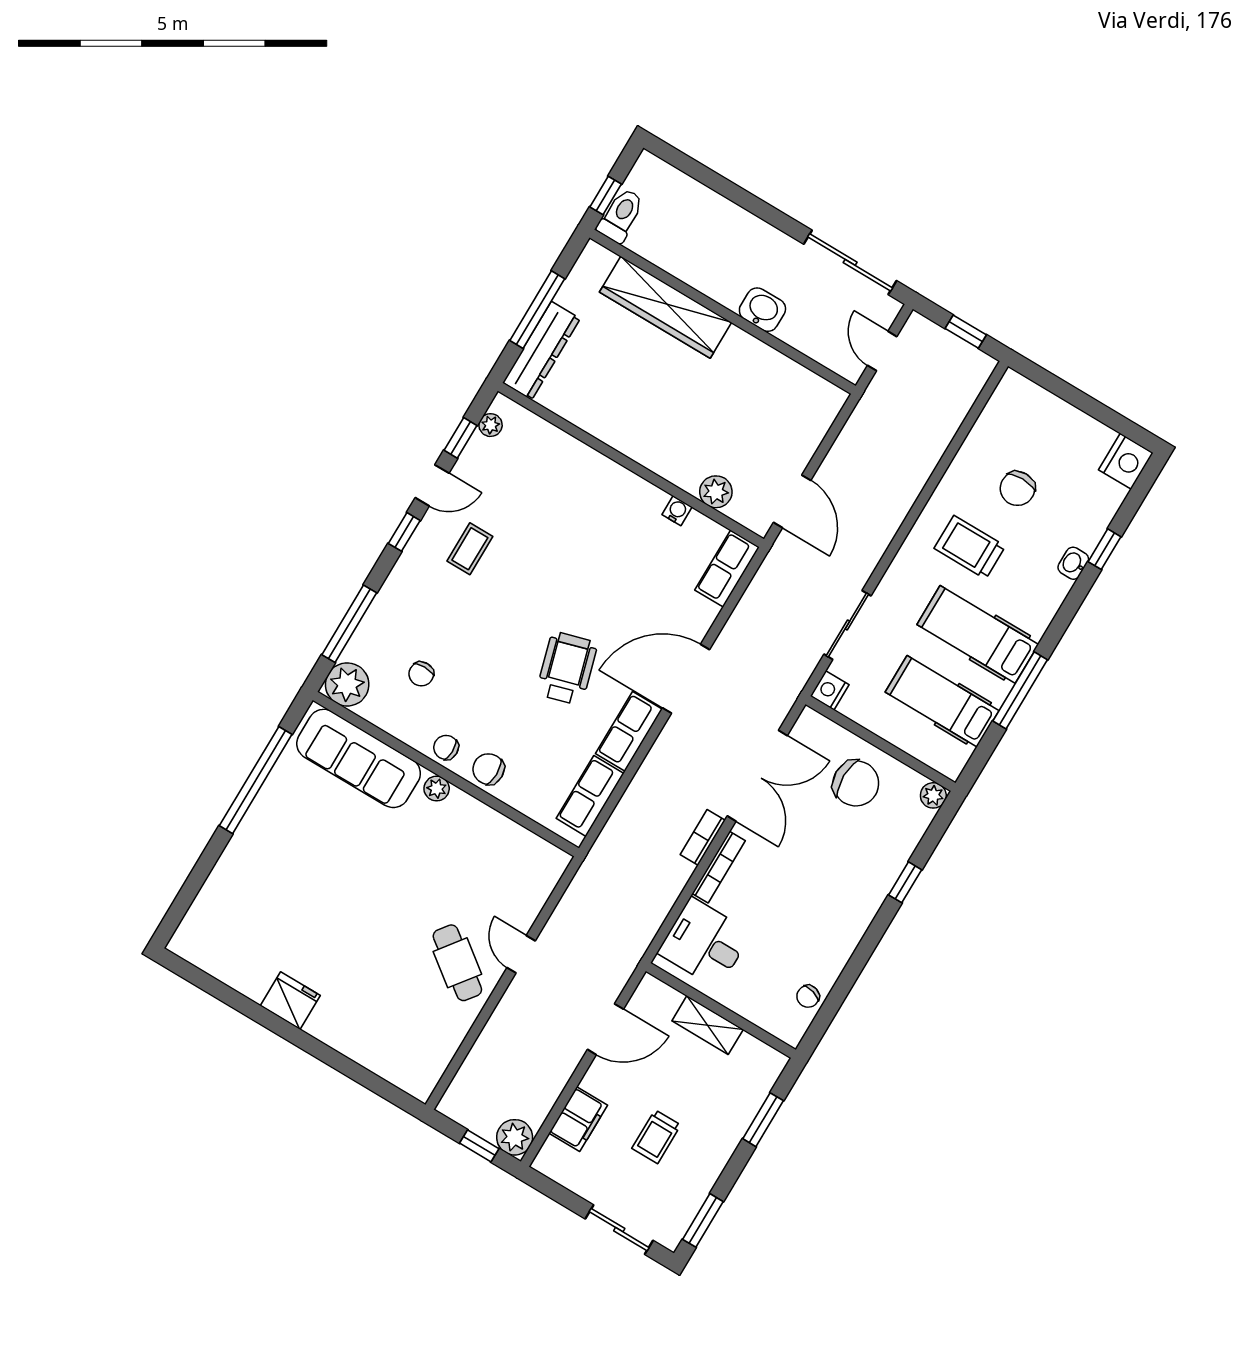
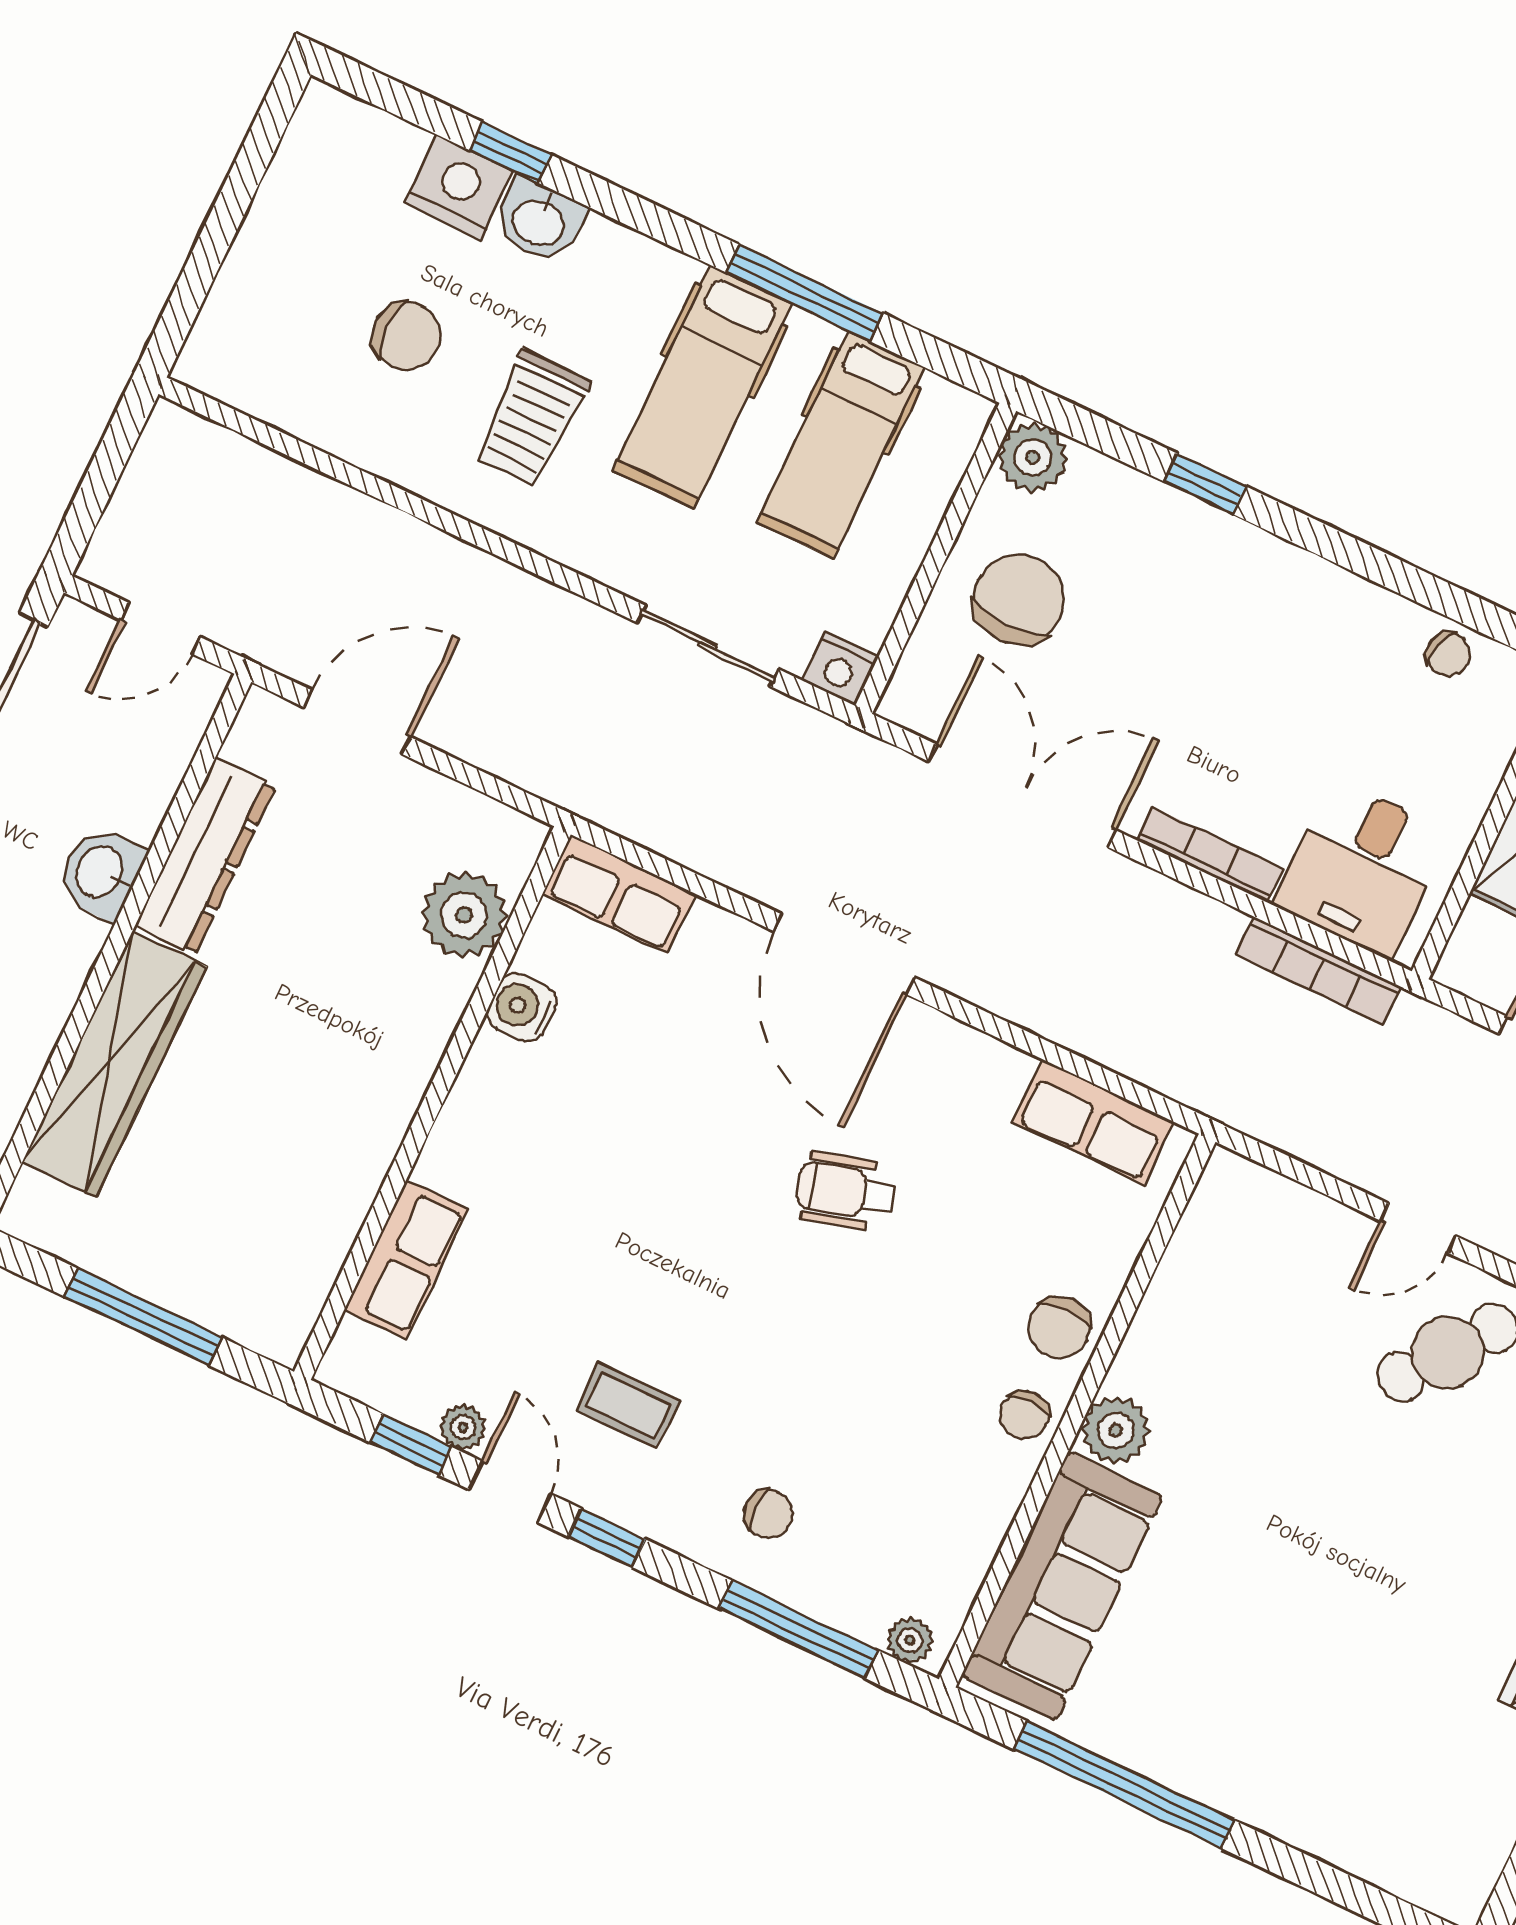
window: (966, 332) -> (107, 467), removed
dresser: (541, 351) -> (205, 856), moved, turned 90
plant: (491, 425) -> (463, 1427), moved
nightstand: (1126, 461) -> (458, 187), moved
plant: (716, 492) -> (464, 915), width x1.36, depth x1.36
door: (792, 501) -> (357, 722), moved
water cooler: (677, 511) -> (522, 1007), width x1.38, depth x1.38
washbasin: (1073, 563) -> (539, 221), width x1.38, depth x1.45
wheelchair: (567, 668) -> (846, 1192), width x0.73, depth x0.73
chair: (421, 674) -> (769, 1514), moved
plant: (347, 684) -> (910, 1640), width x0.53, depth x0.53
row of seats: (629, 731) -> (406, 1260), moved, turned -90
plant: (437, 789) -> (1116, 1430), width x1.38, depth x1.38
plant: (933, 795) -> (1033, 457), width x1.38, depth x1.38
bookcase: (703, 837) -> (1319, 971), moved, width x1.56

